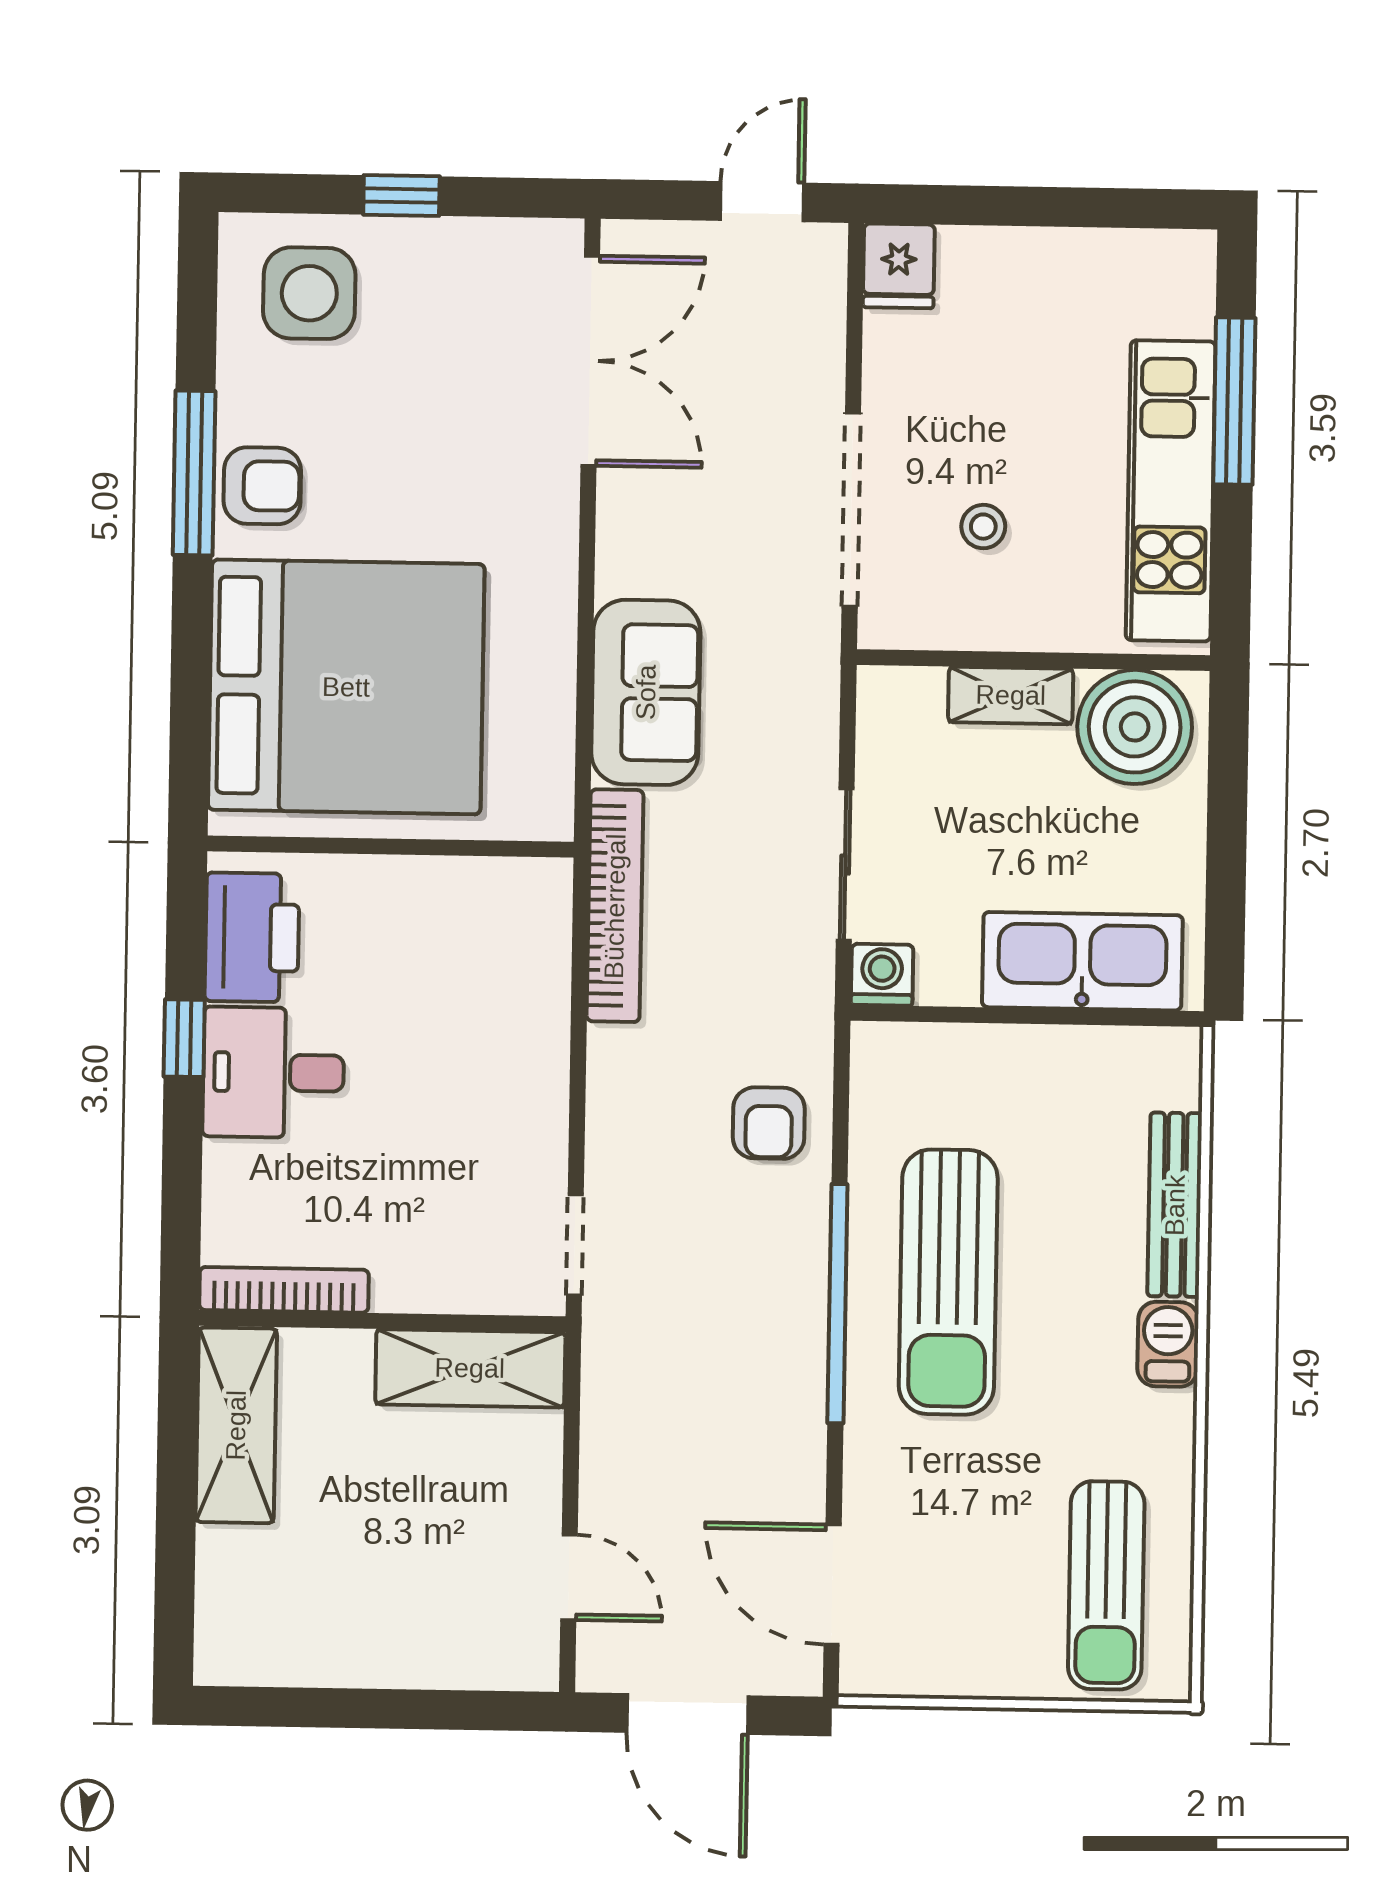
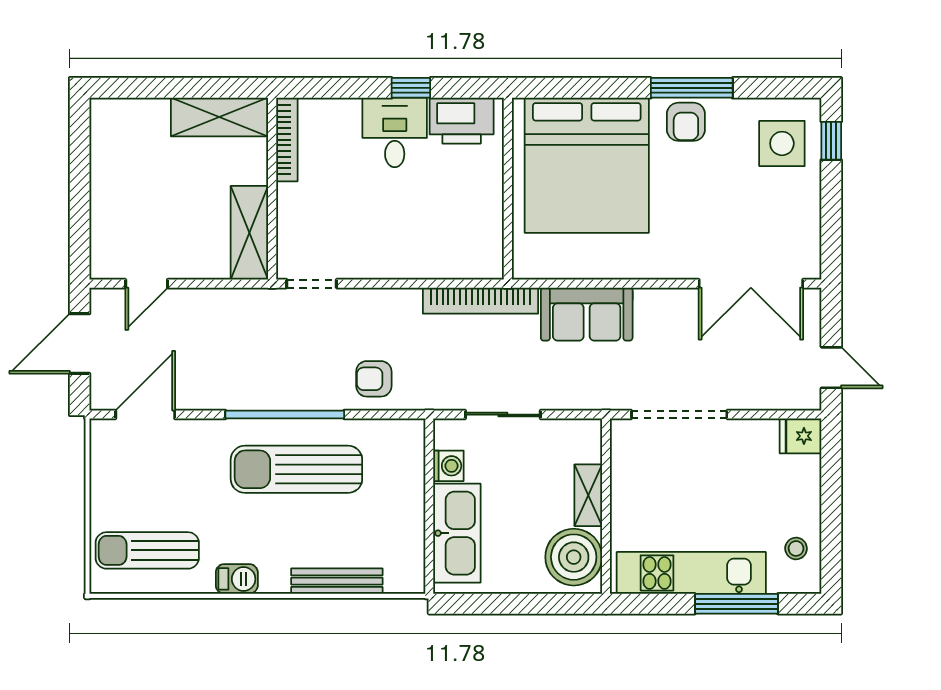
window: (401, 195) -> (831, 141), moved
stool: (983, 527) -> (796, 548), moved
washing machine: (882, 975) -> (448, 466), moved
barbecue: (1168, 1344) -> (237, 579), moved

